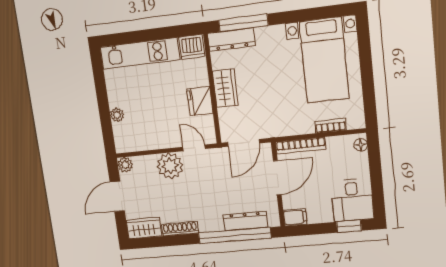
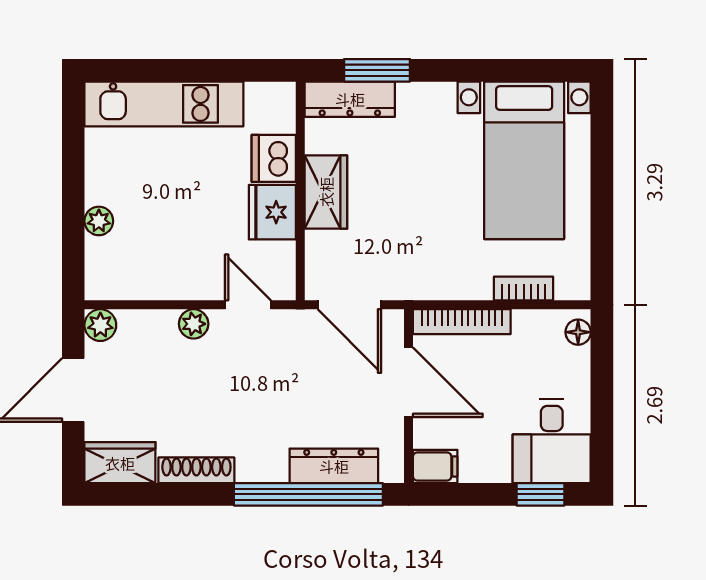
window: (243, 23) -> (377, 70), width x0.69
dishwasher: (192, 47) -> (274, 158), moved, turned 90
door: (244, 143) -> (349, 305), hinge flipped
plant: (170, 166) -> (194, 324), width x0.53, depth x0.53
door: (277, 178) -> (409, 382), hinge flipped

